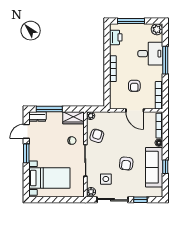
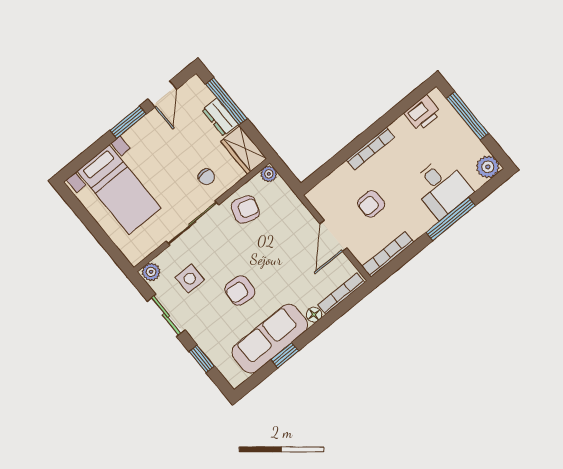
dresser: (38, 116) -> (220, 117), moved
door: (26, 131) -> (162, 94), swing flipped
sliding door: (113, 200) -> (166, 315), width x0.73

